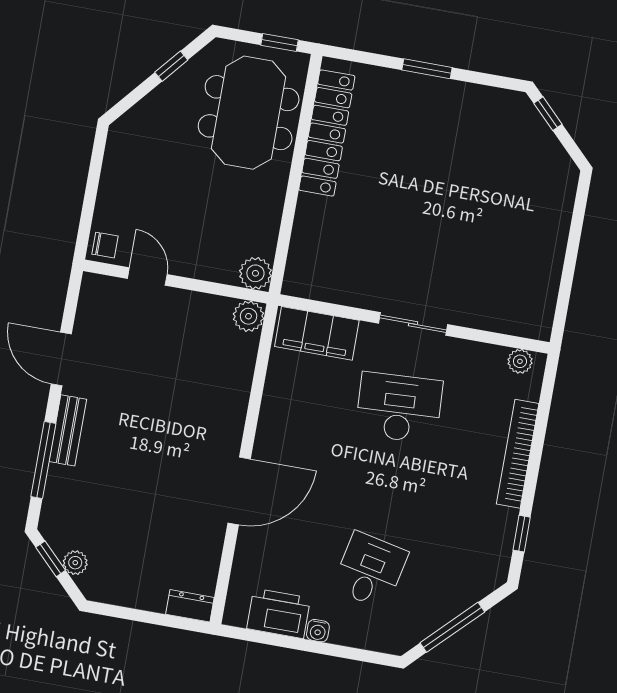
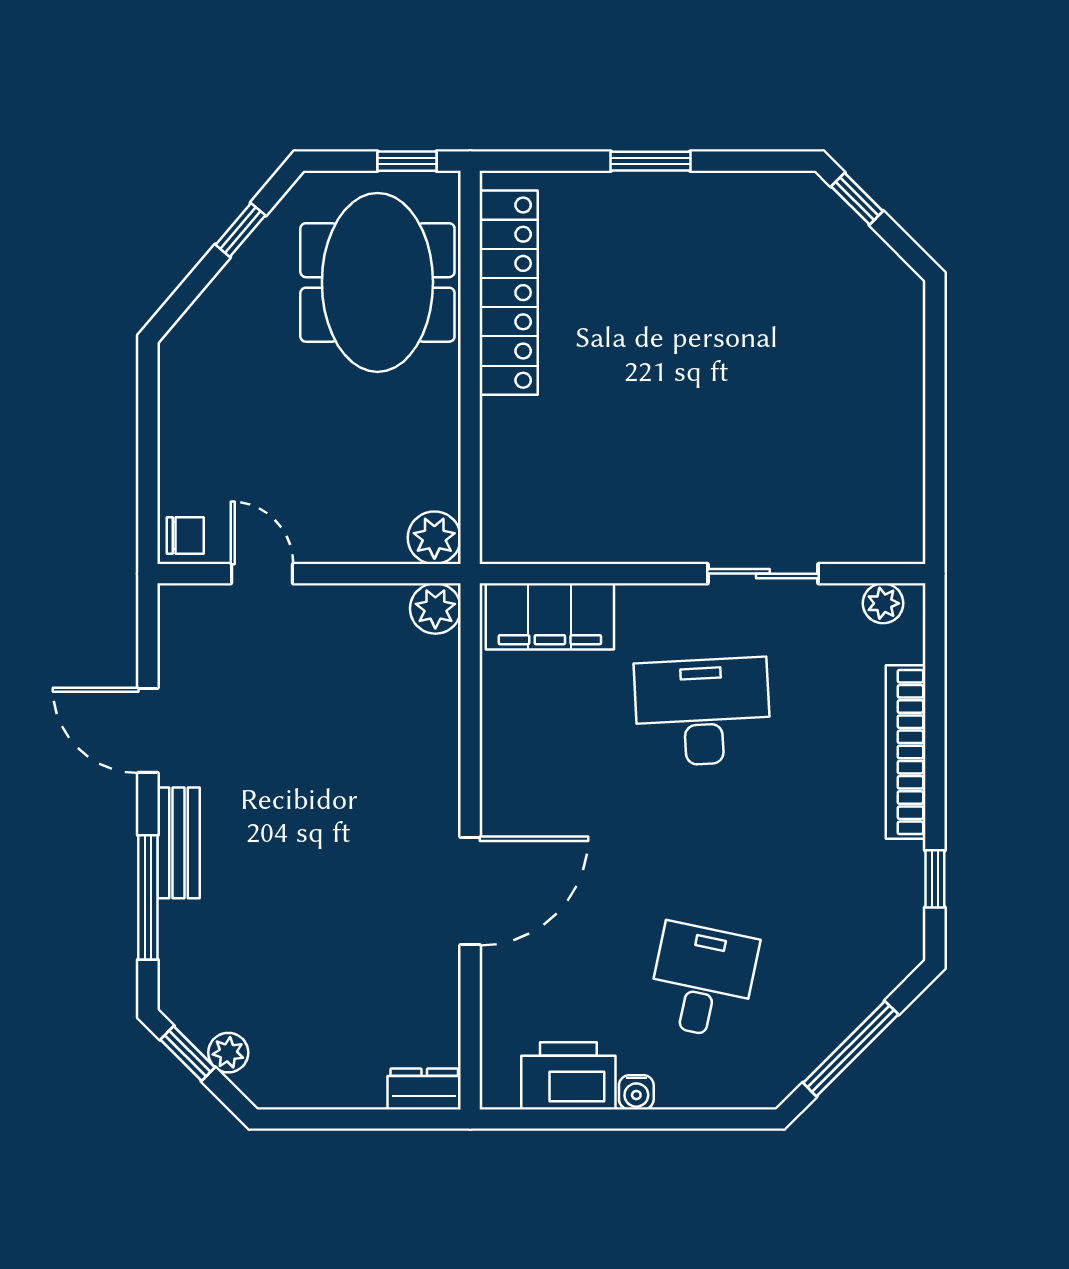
sliding door: (413, 324) -> (763, 574), moved

